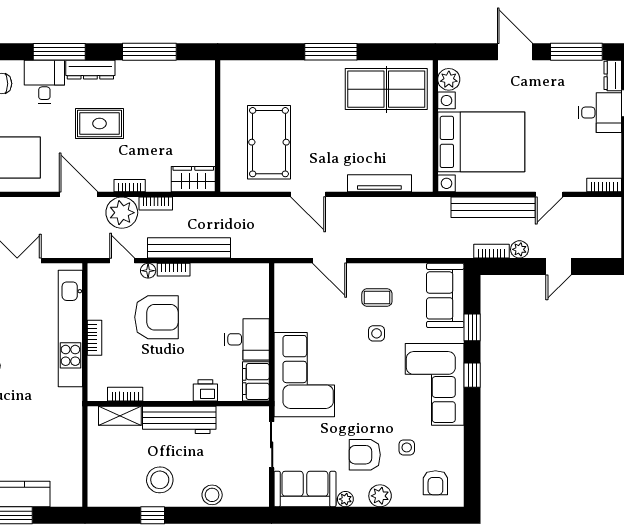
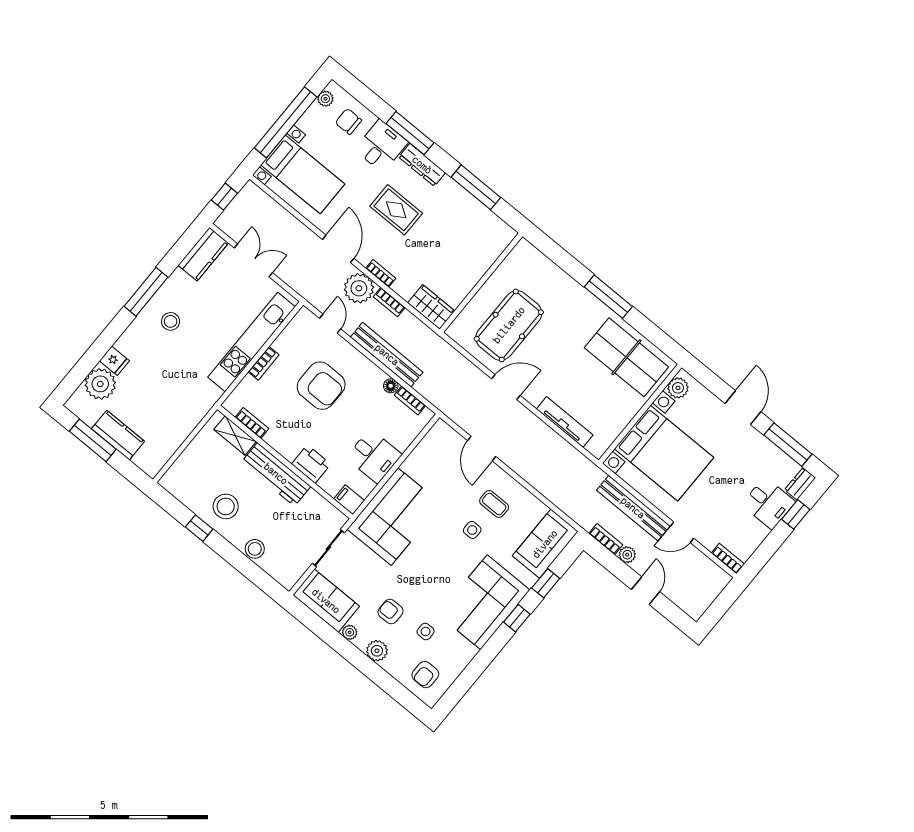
door: (308, 194) -> (506, 387), swing flipped
door: (558, 266) -> (645, 591), swing flipped
bookcase: (174, 270) -> (410, 400), moved
floor lamp: (148, 271) -> (391, 386), moved
filing cabinet: (256, 381) -> (349, 500), width x0.50
printer: (205, 390) -> (311, 464), width x1.36, depth x1.24
armchair: (365, 455) -> (391, 612), width x0.72, depth x0.72

